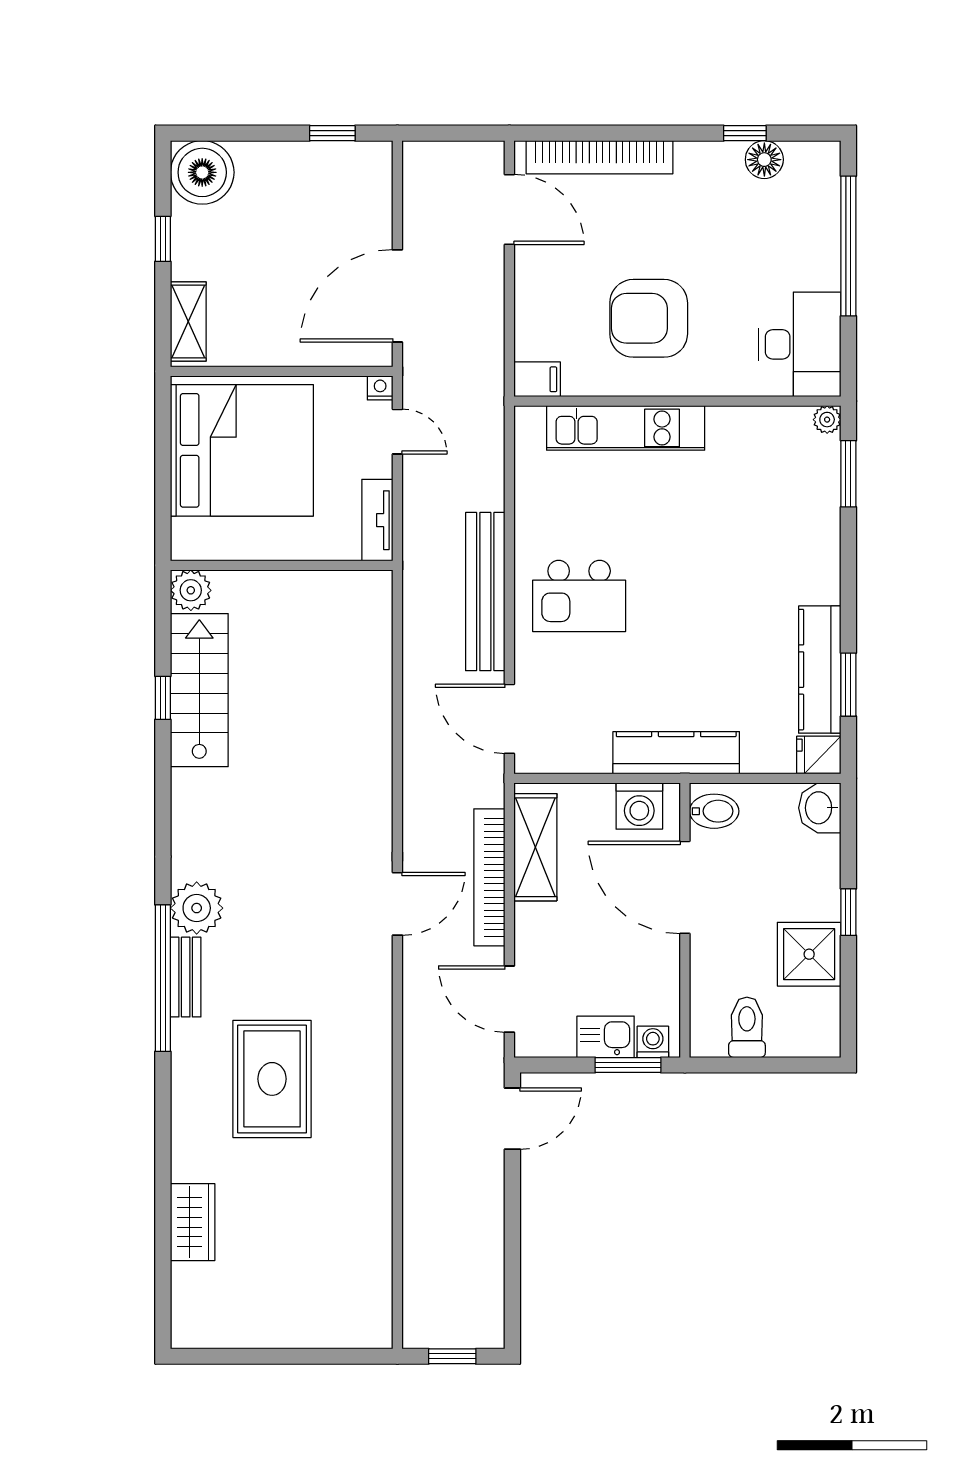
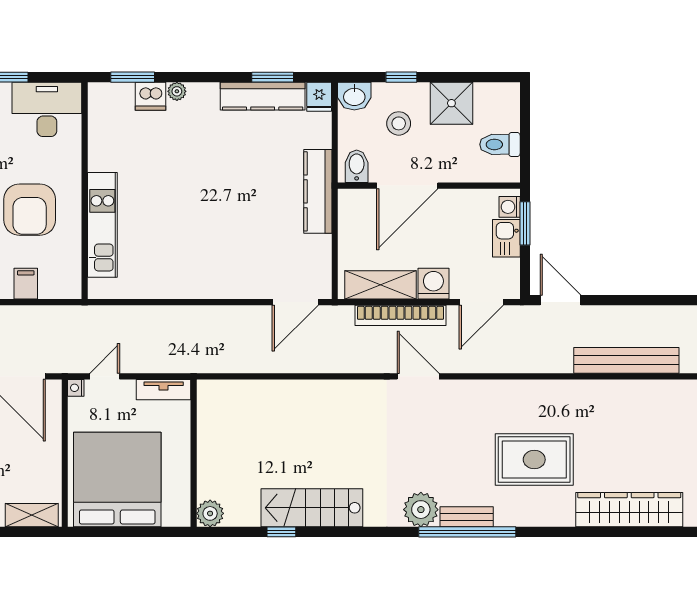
filing cabinet: (537, 379) -> (26, 284), moved
plant: (827, 420) -> (177, 91), moved
dishwasher: (820, 501) -> (151, 96), added
bench: (485, 592) -> (626, 360), moved
kitchen island: (579, 596) -> (214, 256), removed
stairs: (199, 690) -> (312, 508), moved
washing machine: (639, 806) -> (433, 284), moved, turned -90
stool: (779, 875) -> (399, 123), added
window: (848, 912) -> (401, 77), moved
wardrobe: (193, 1222) -> (629, 510), width x2.10, depth x1.17

